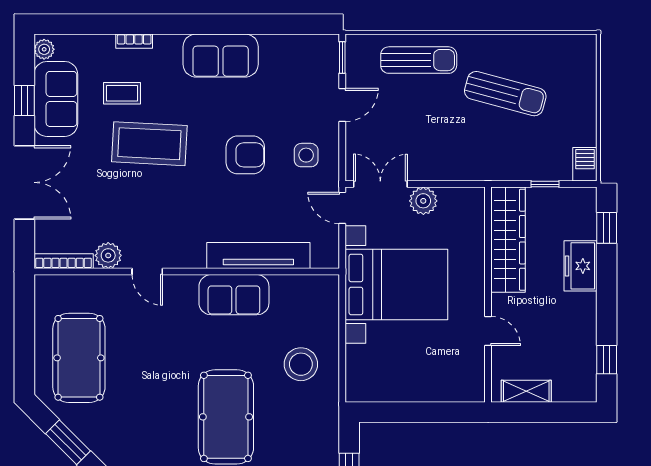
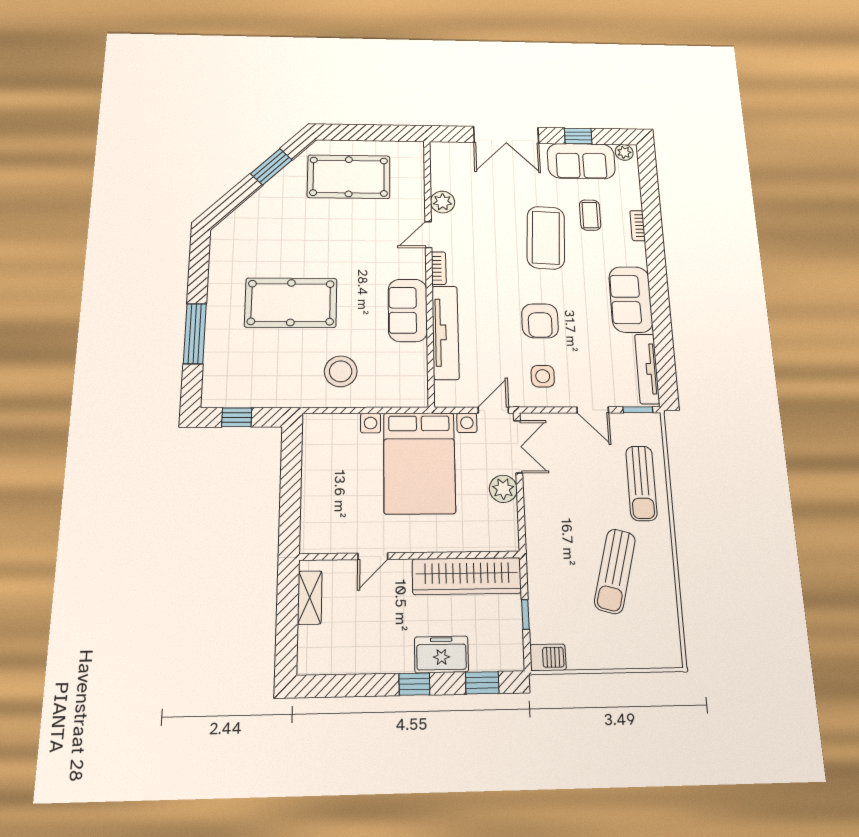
tv unit: (298, 44) -> (647, 369), added
bookcase: (64, 261) -> (439, 268), moved, width x0.64
window: (607, 360) -> (414, 684), moved

